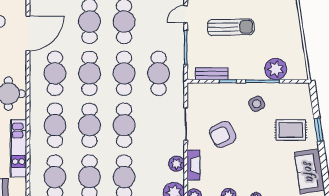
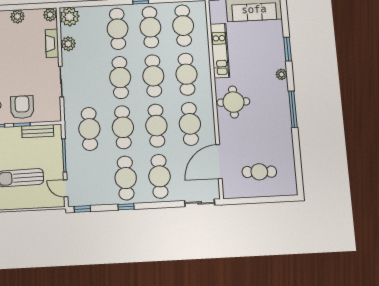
door: (186, 14) -> (66, 188), swing flipped
armchair: (223, 134) -> (22, 107), moved, turned -65

